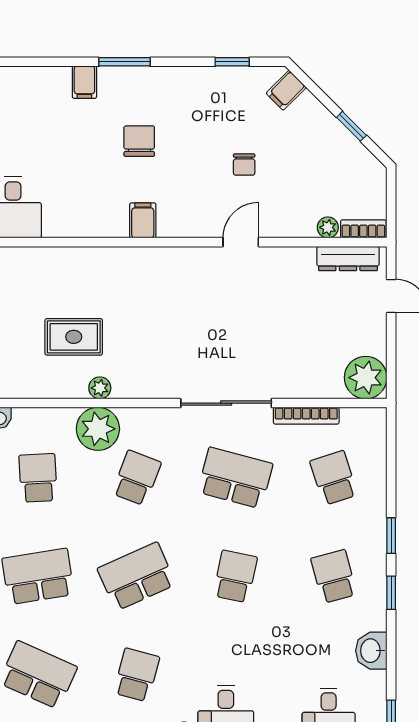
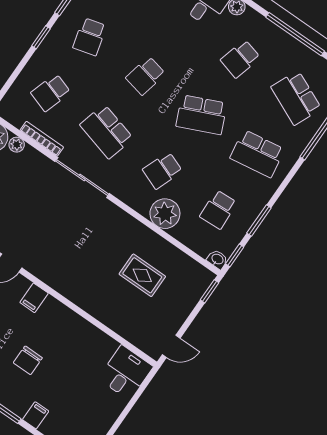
filing cabinet: (143, 220) -> (34, 298), moved
plant: (100, 388) -> (17, 145), moved
school desk: (334, 478) -> (51, 93), turned 36

